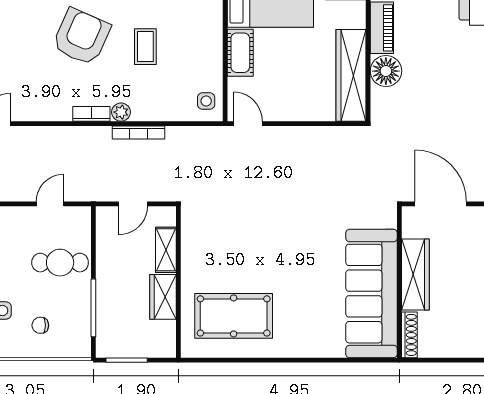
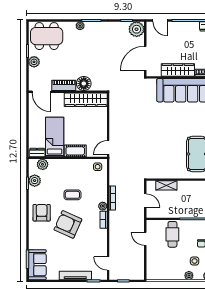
wardrobe: (163, 297) -> (188, 187), removed

